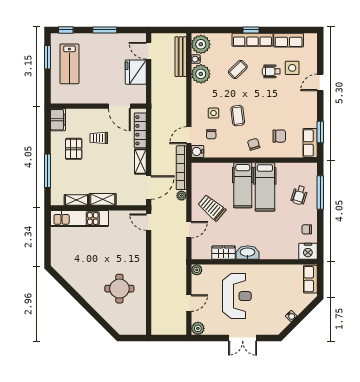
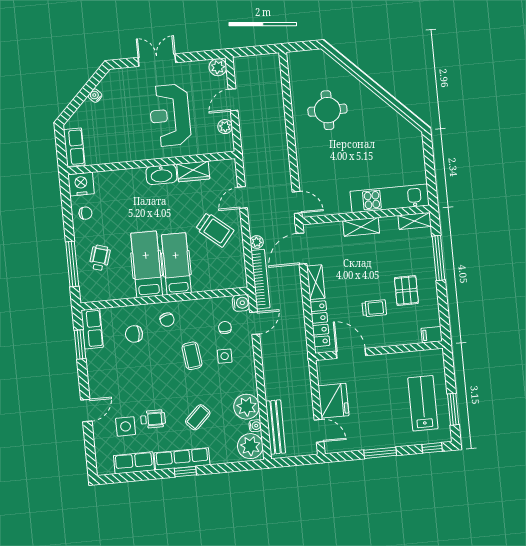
filing cabinet: (58, 120) -> (432, 335), width x0.50
shelving: (76, 200) -> (415, 221), moved
plant: (197, 270) -> (225, 127), moved

